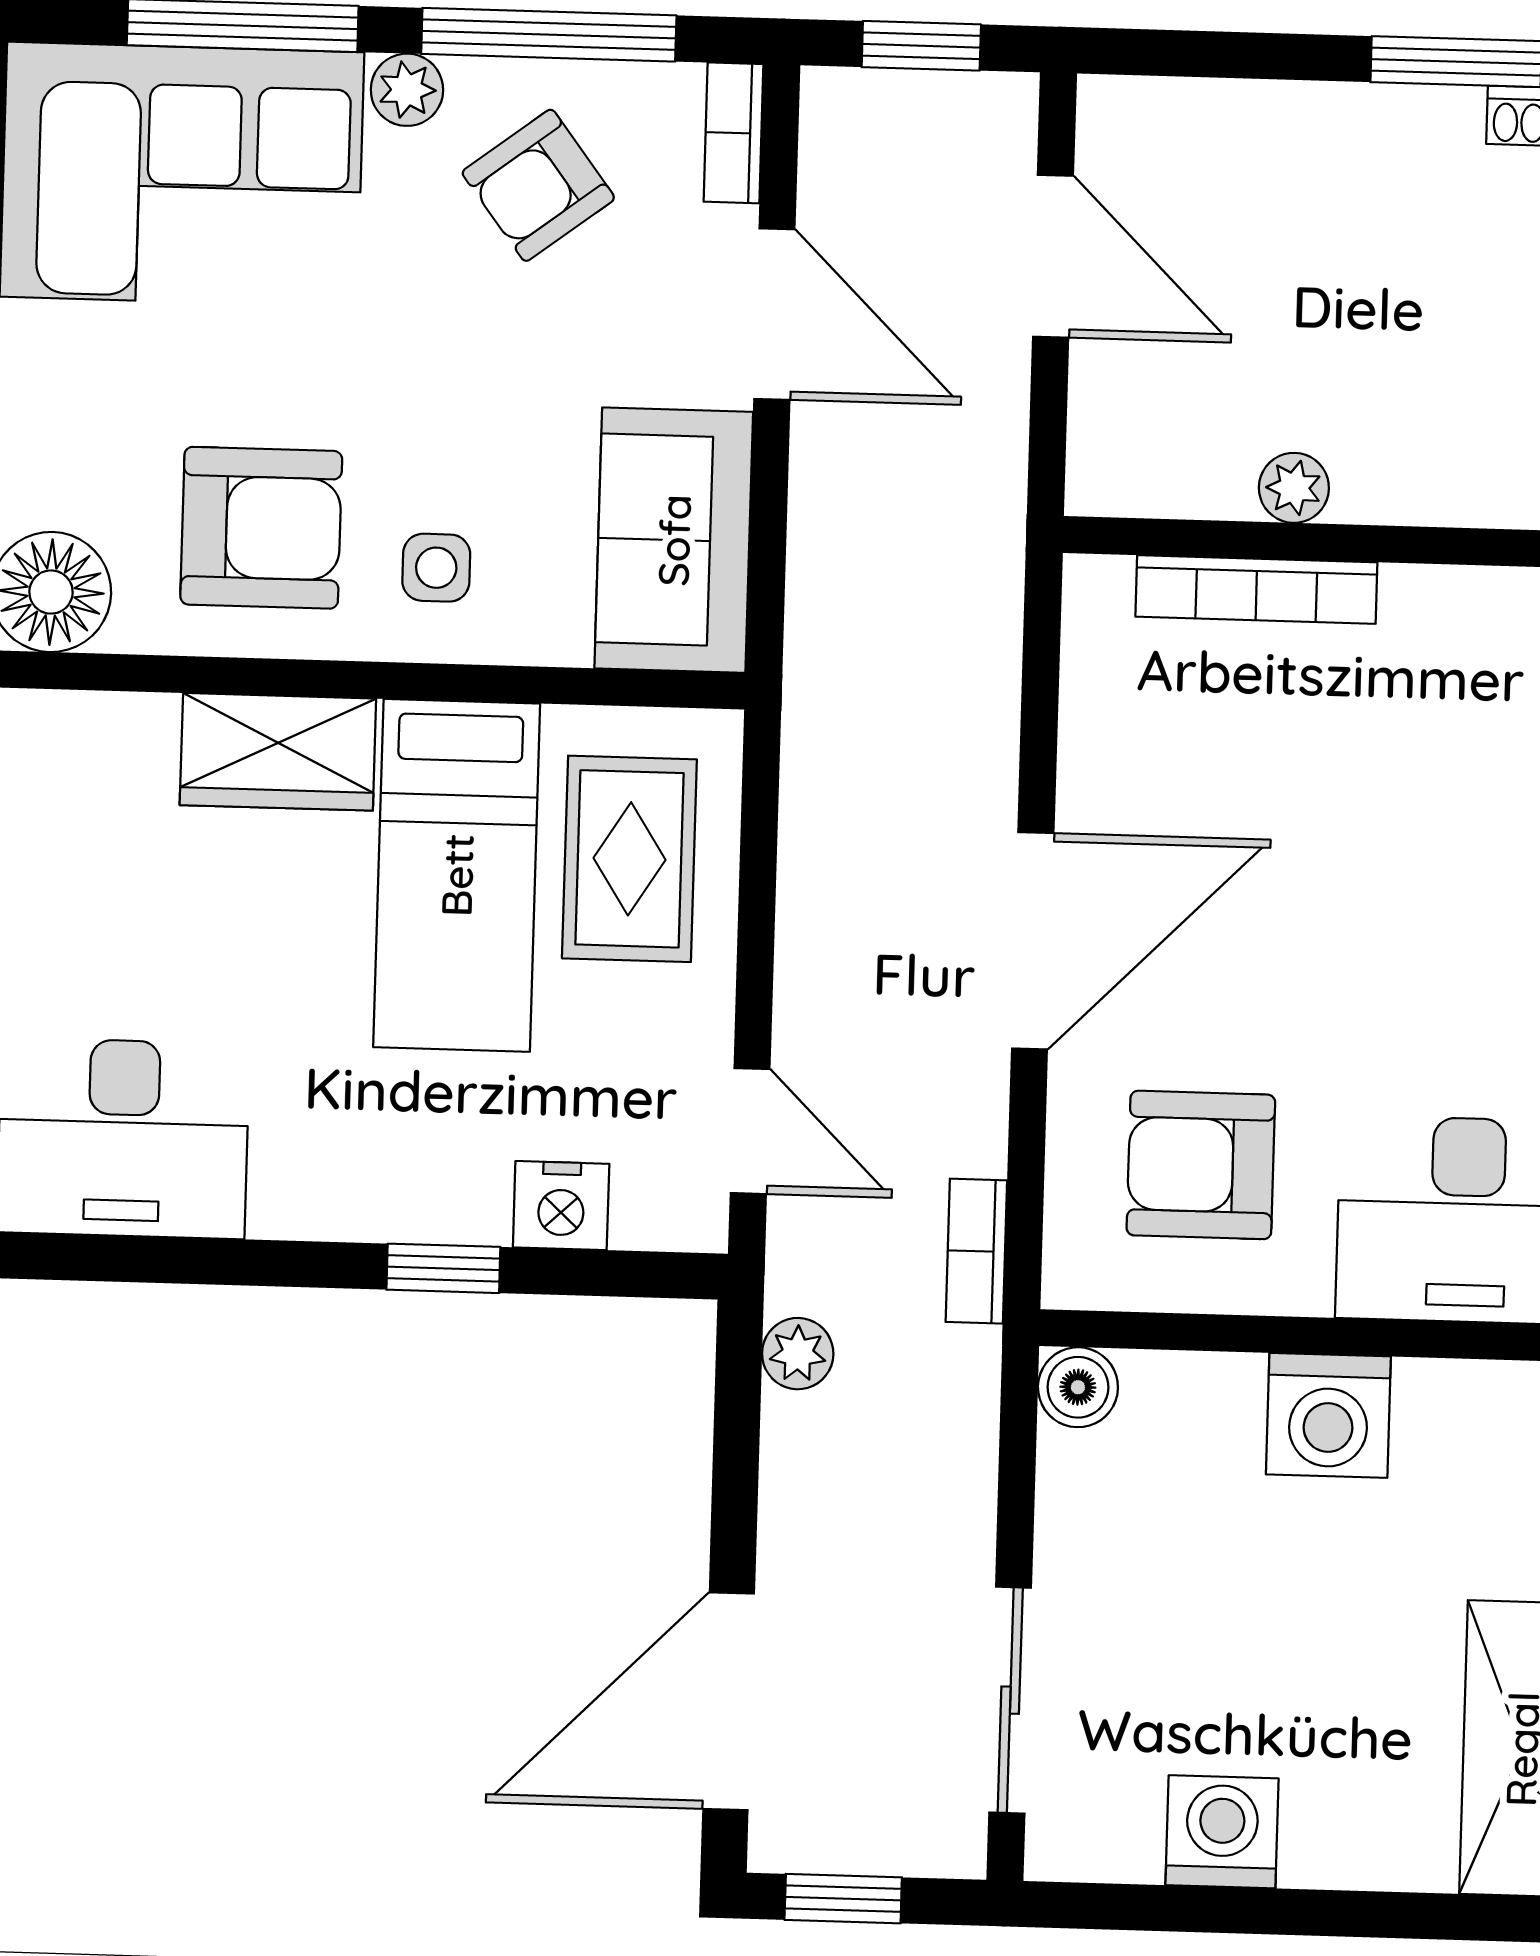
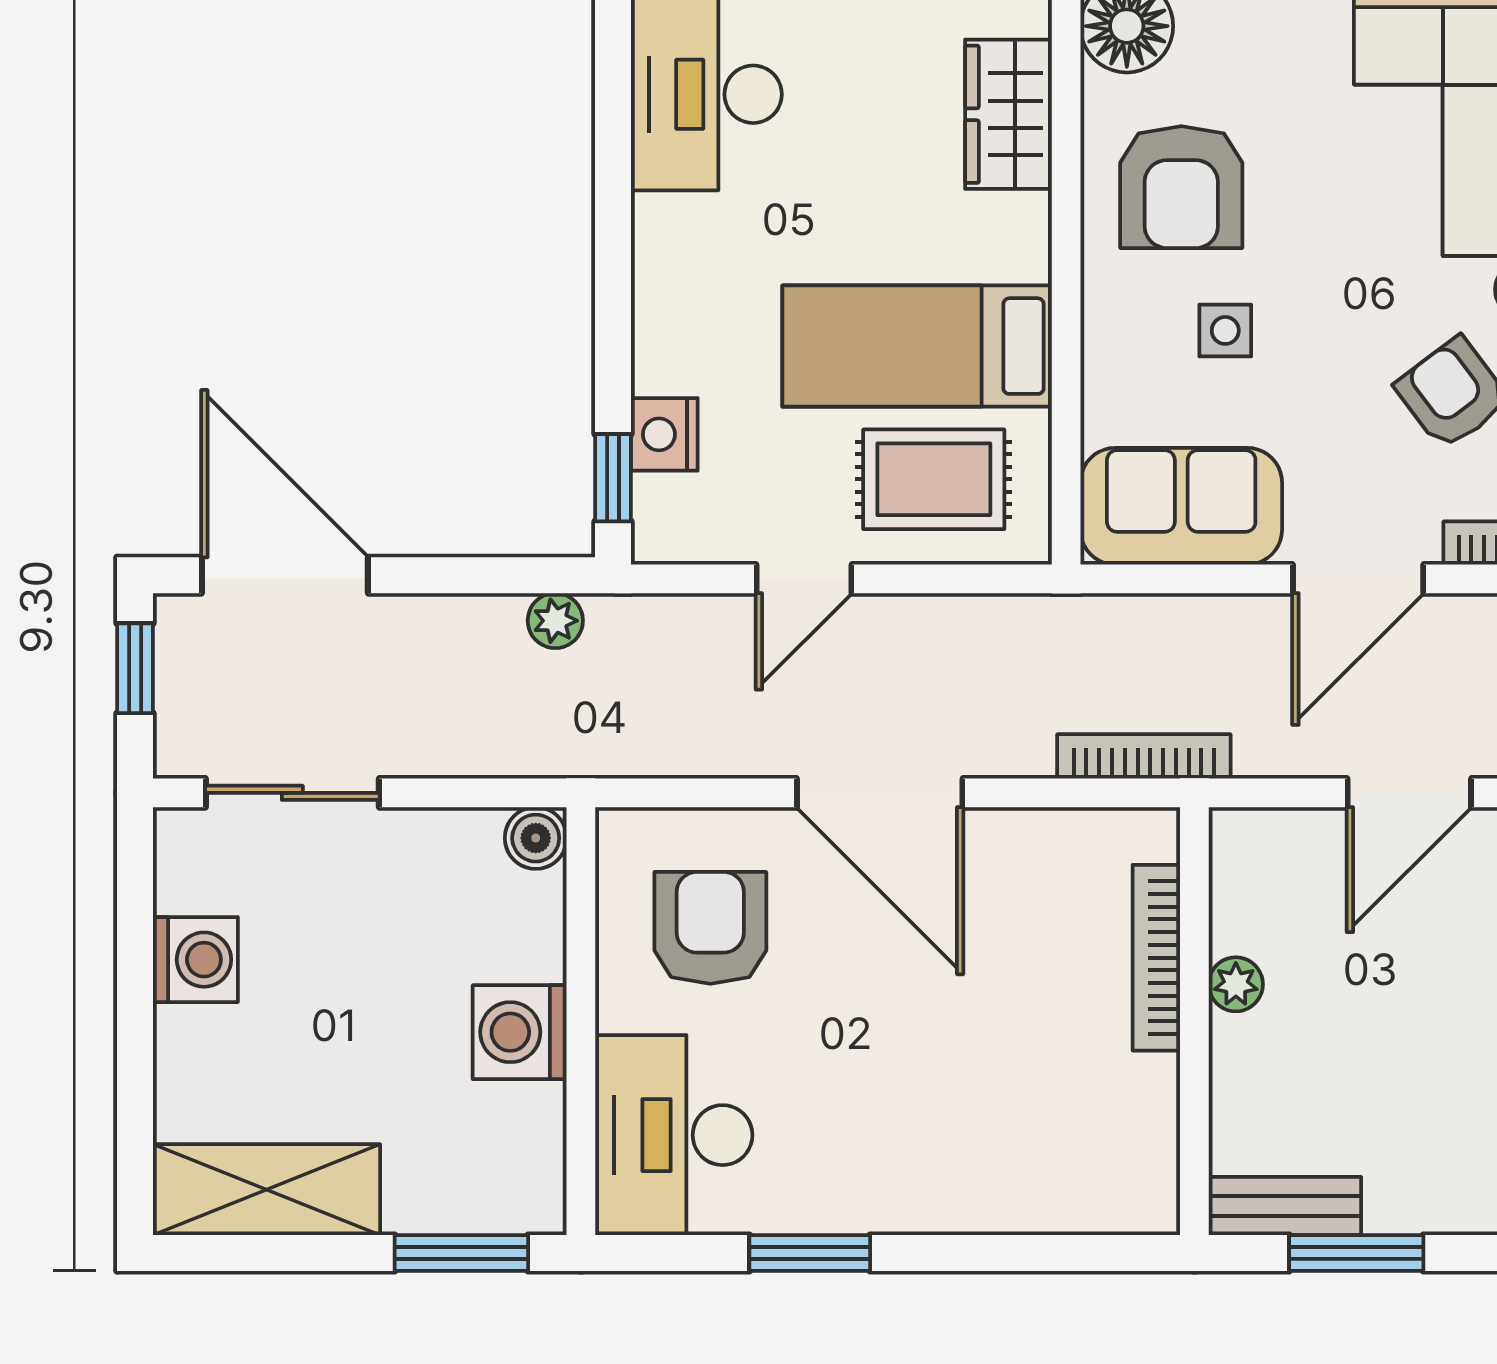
side table: (436, 568) -> (1225, 330), moved
wardrobe: (278, 752) -> (1008, 114), moved
door: (750, 1131) -> (804, 579), moved
bookcase: (976, 1251) -> (1144, 756), moved, width x1.56
window: (443, 1268) -> (613, 478), moved

